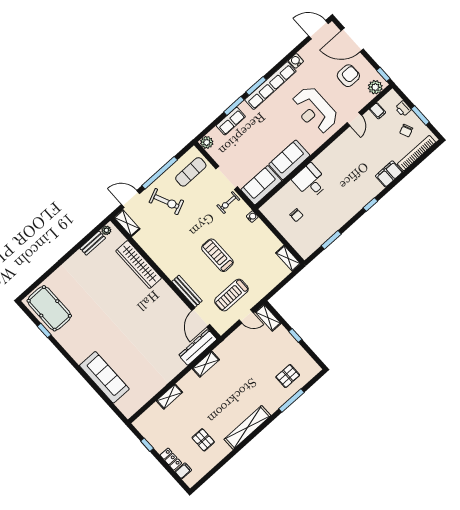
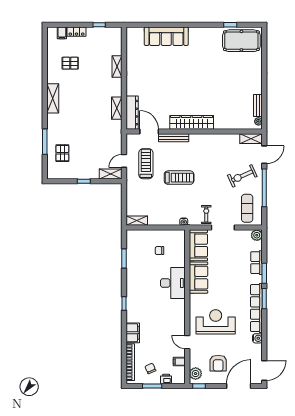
desk: (310, 181) -> (173, 283), width x1.37
wardrobe: (139, 264) -> (192, 122), moved
shelving: (247, 427) -> (53, 98), width x0.68

